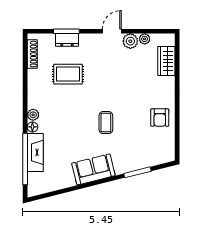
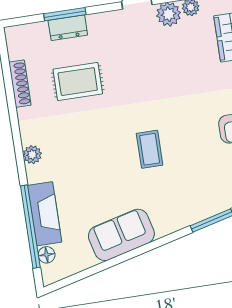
shoe rack: (32, 54) -> (20, 84), moved
floor lamp: (32, 127) -> (47, 255), moved
sofa: (93, 169) -> (121, 235), moved

